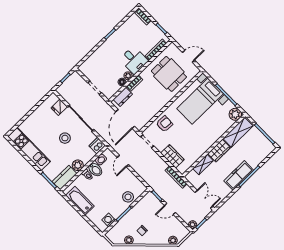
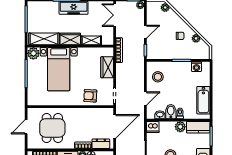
door: (189, 56) -> (26, 127), hinge flipped
bed with nightstands: (200, 101) -> (59, 69), moved, turned 90
stool: (128, 197) -> (158, 77), moved
door: (170, 209) -> (145, 32), hinge flipped

